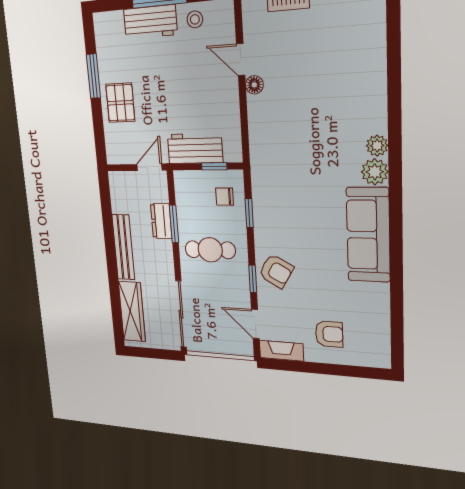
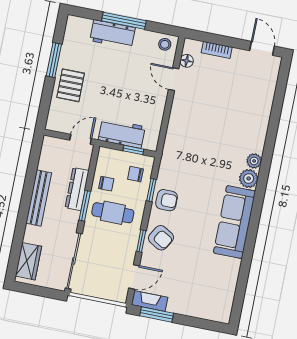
stool: (195, 19) -> (165, 44), moved
floor lamp: (254, 85) -> (187, 61), moved
chair: (193, 216) -> (106, 184), added
dresser: (161, 221) -> (77, 189), width x1.44
window: (174, 224) -> (85, 206), moved
wardrobe: (132, 312) -> (28, 261), width x0.67
door: (255, 324) -> (134, 277), swing flipped
armchair: (329, 334) -> (167, 200), moved
window: (294, 366) -> (157, 314), added

